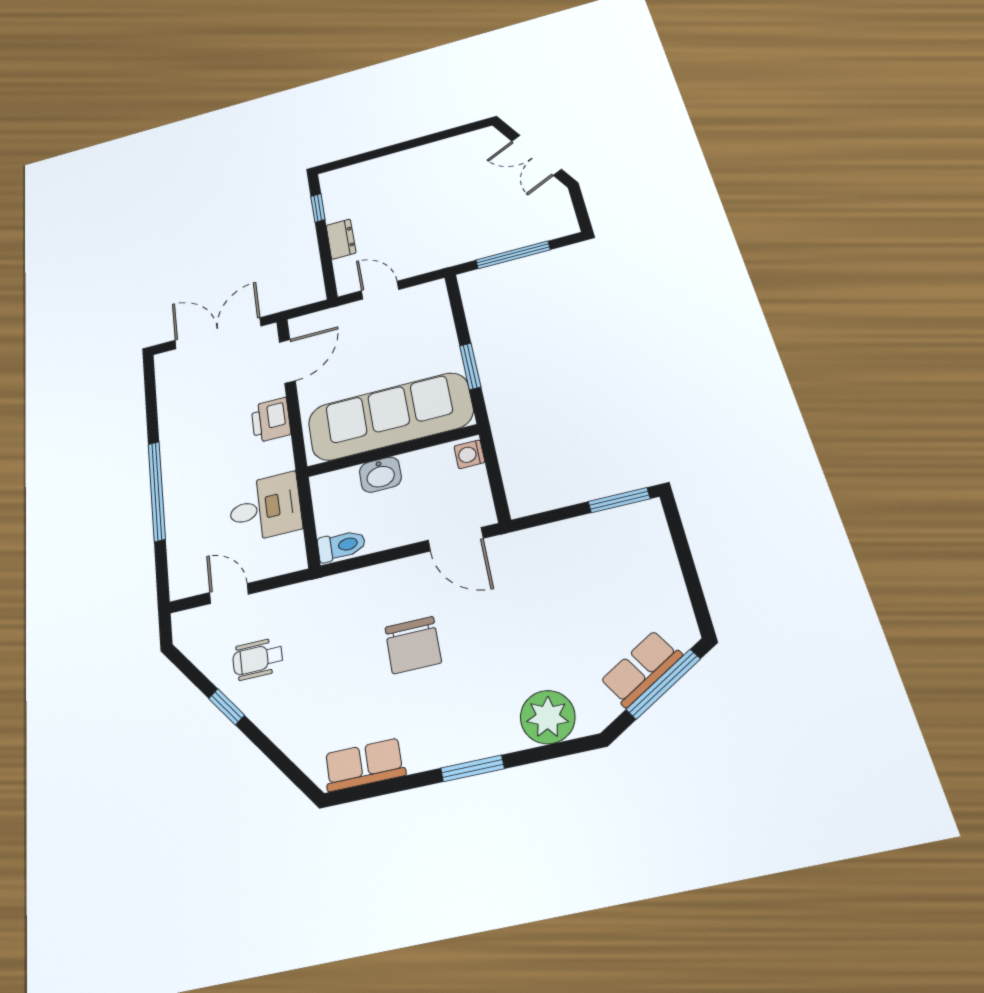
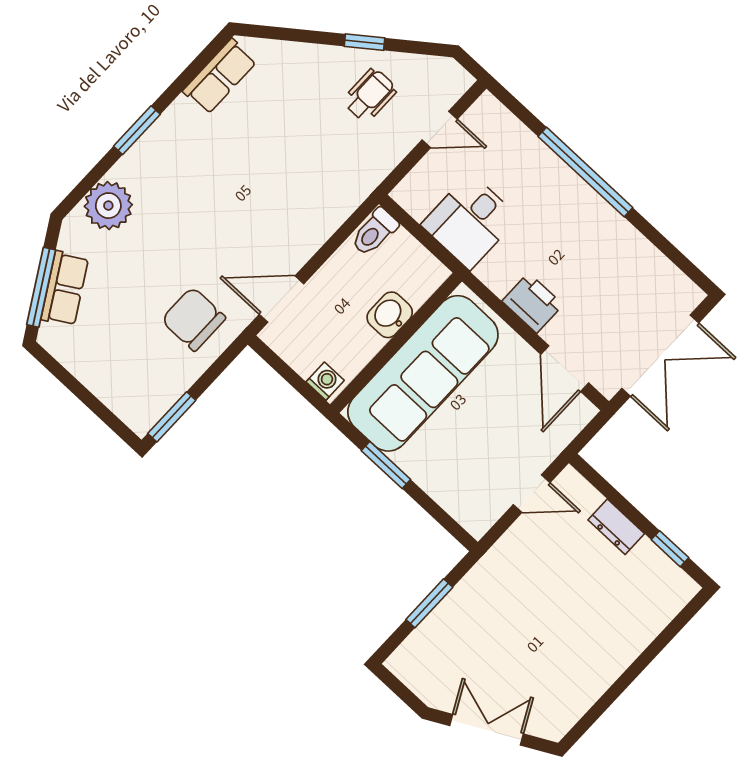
window: (513, 255) -> (429, 603), width x0.69
chair: (413, 645) -> (193, 319), moved

